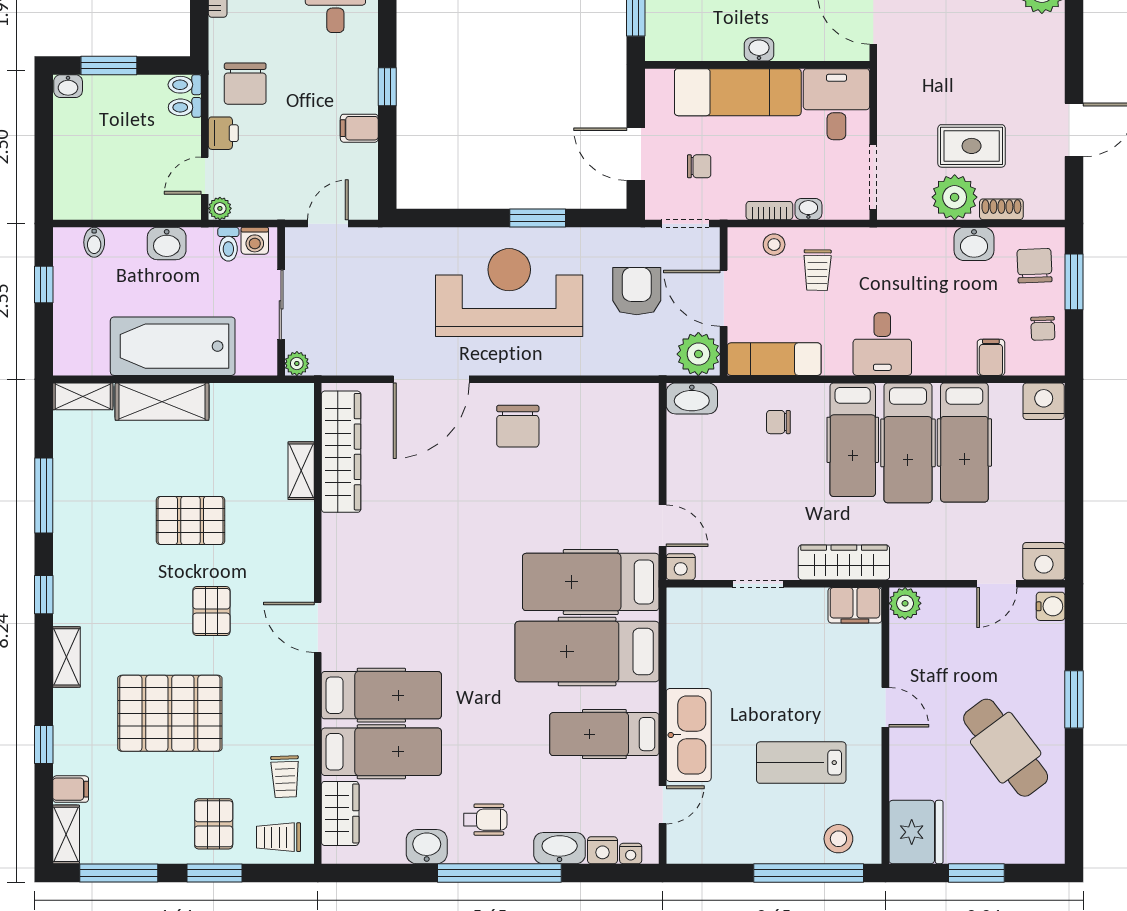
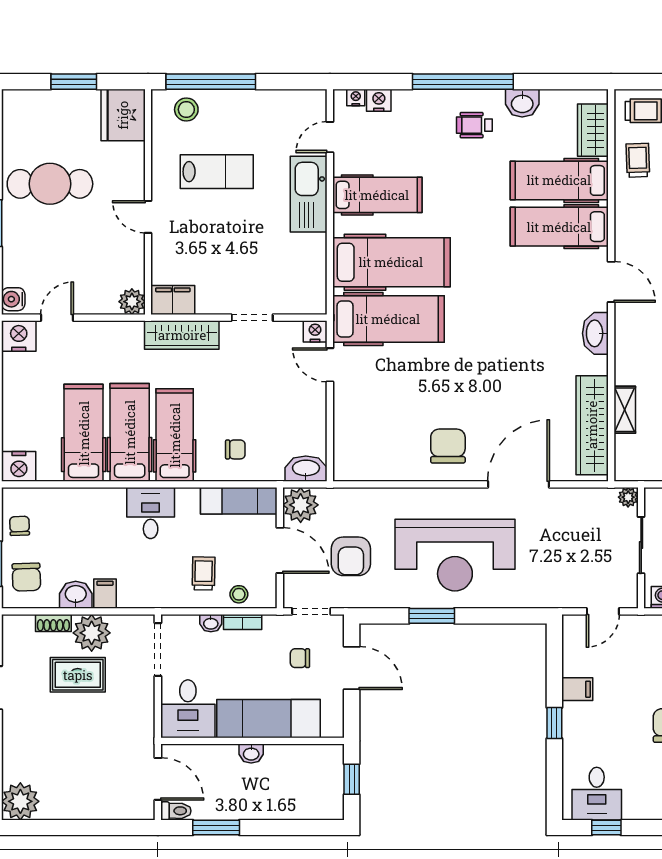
filing cabinet: (991, 357) -> (105, 594), moved, turned 180
cafe table: (1006, 748) -> (50, 184), turned -53
washbasin: (560, 848) -> (595, 333), moved, turned 90

